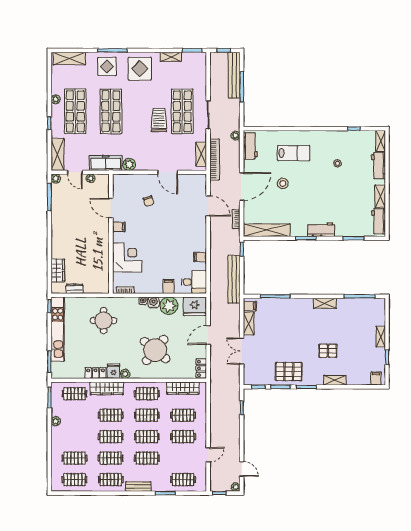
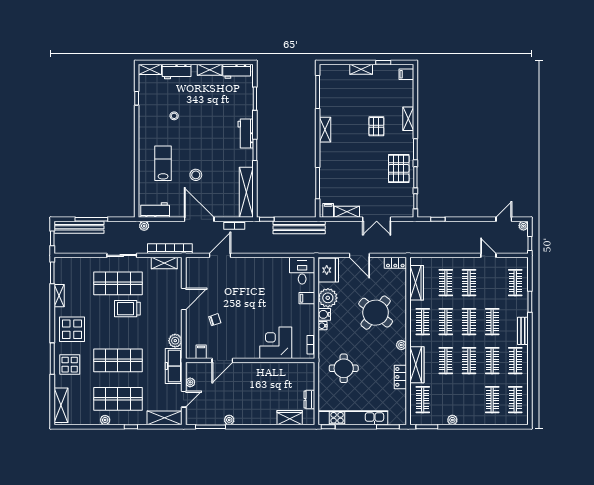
plant: (56, 179) -> (229, 420), moved
filing cabinet: (119, 227) -> (201, 352), moved
filing cabinet: (200, 257) -> (275, 264), removed
fridge: (114, 371) -> (398, 358), removed

